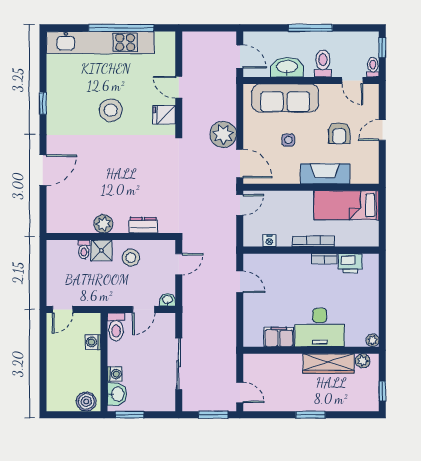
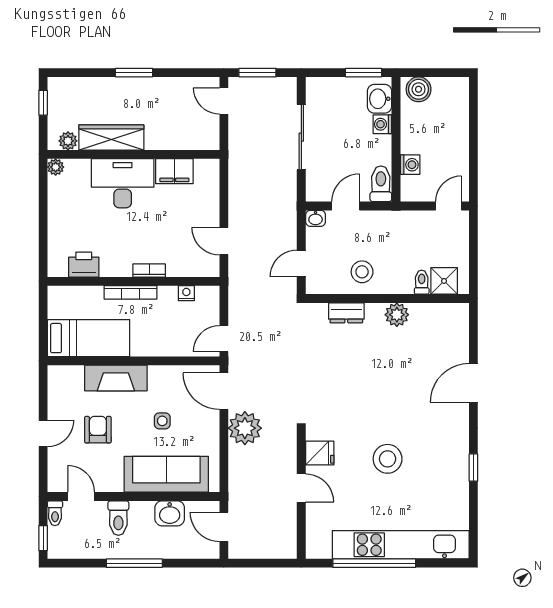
washbasin: (287, 67) -> (170, 513), width x0.72
shower: (101, 250) -> (444, 281), moved
bookcase: (324, 259) -> (149, 270), moved

